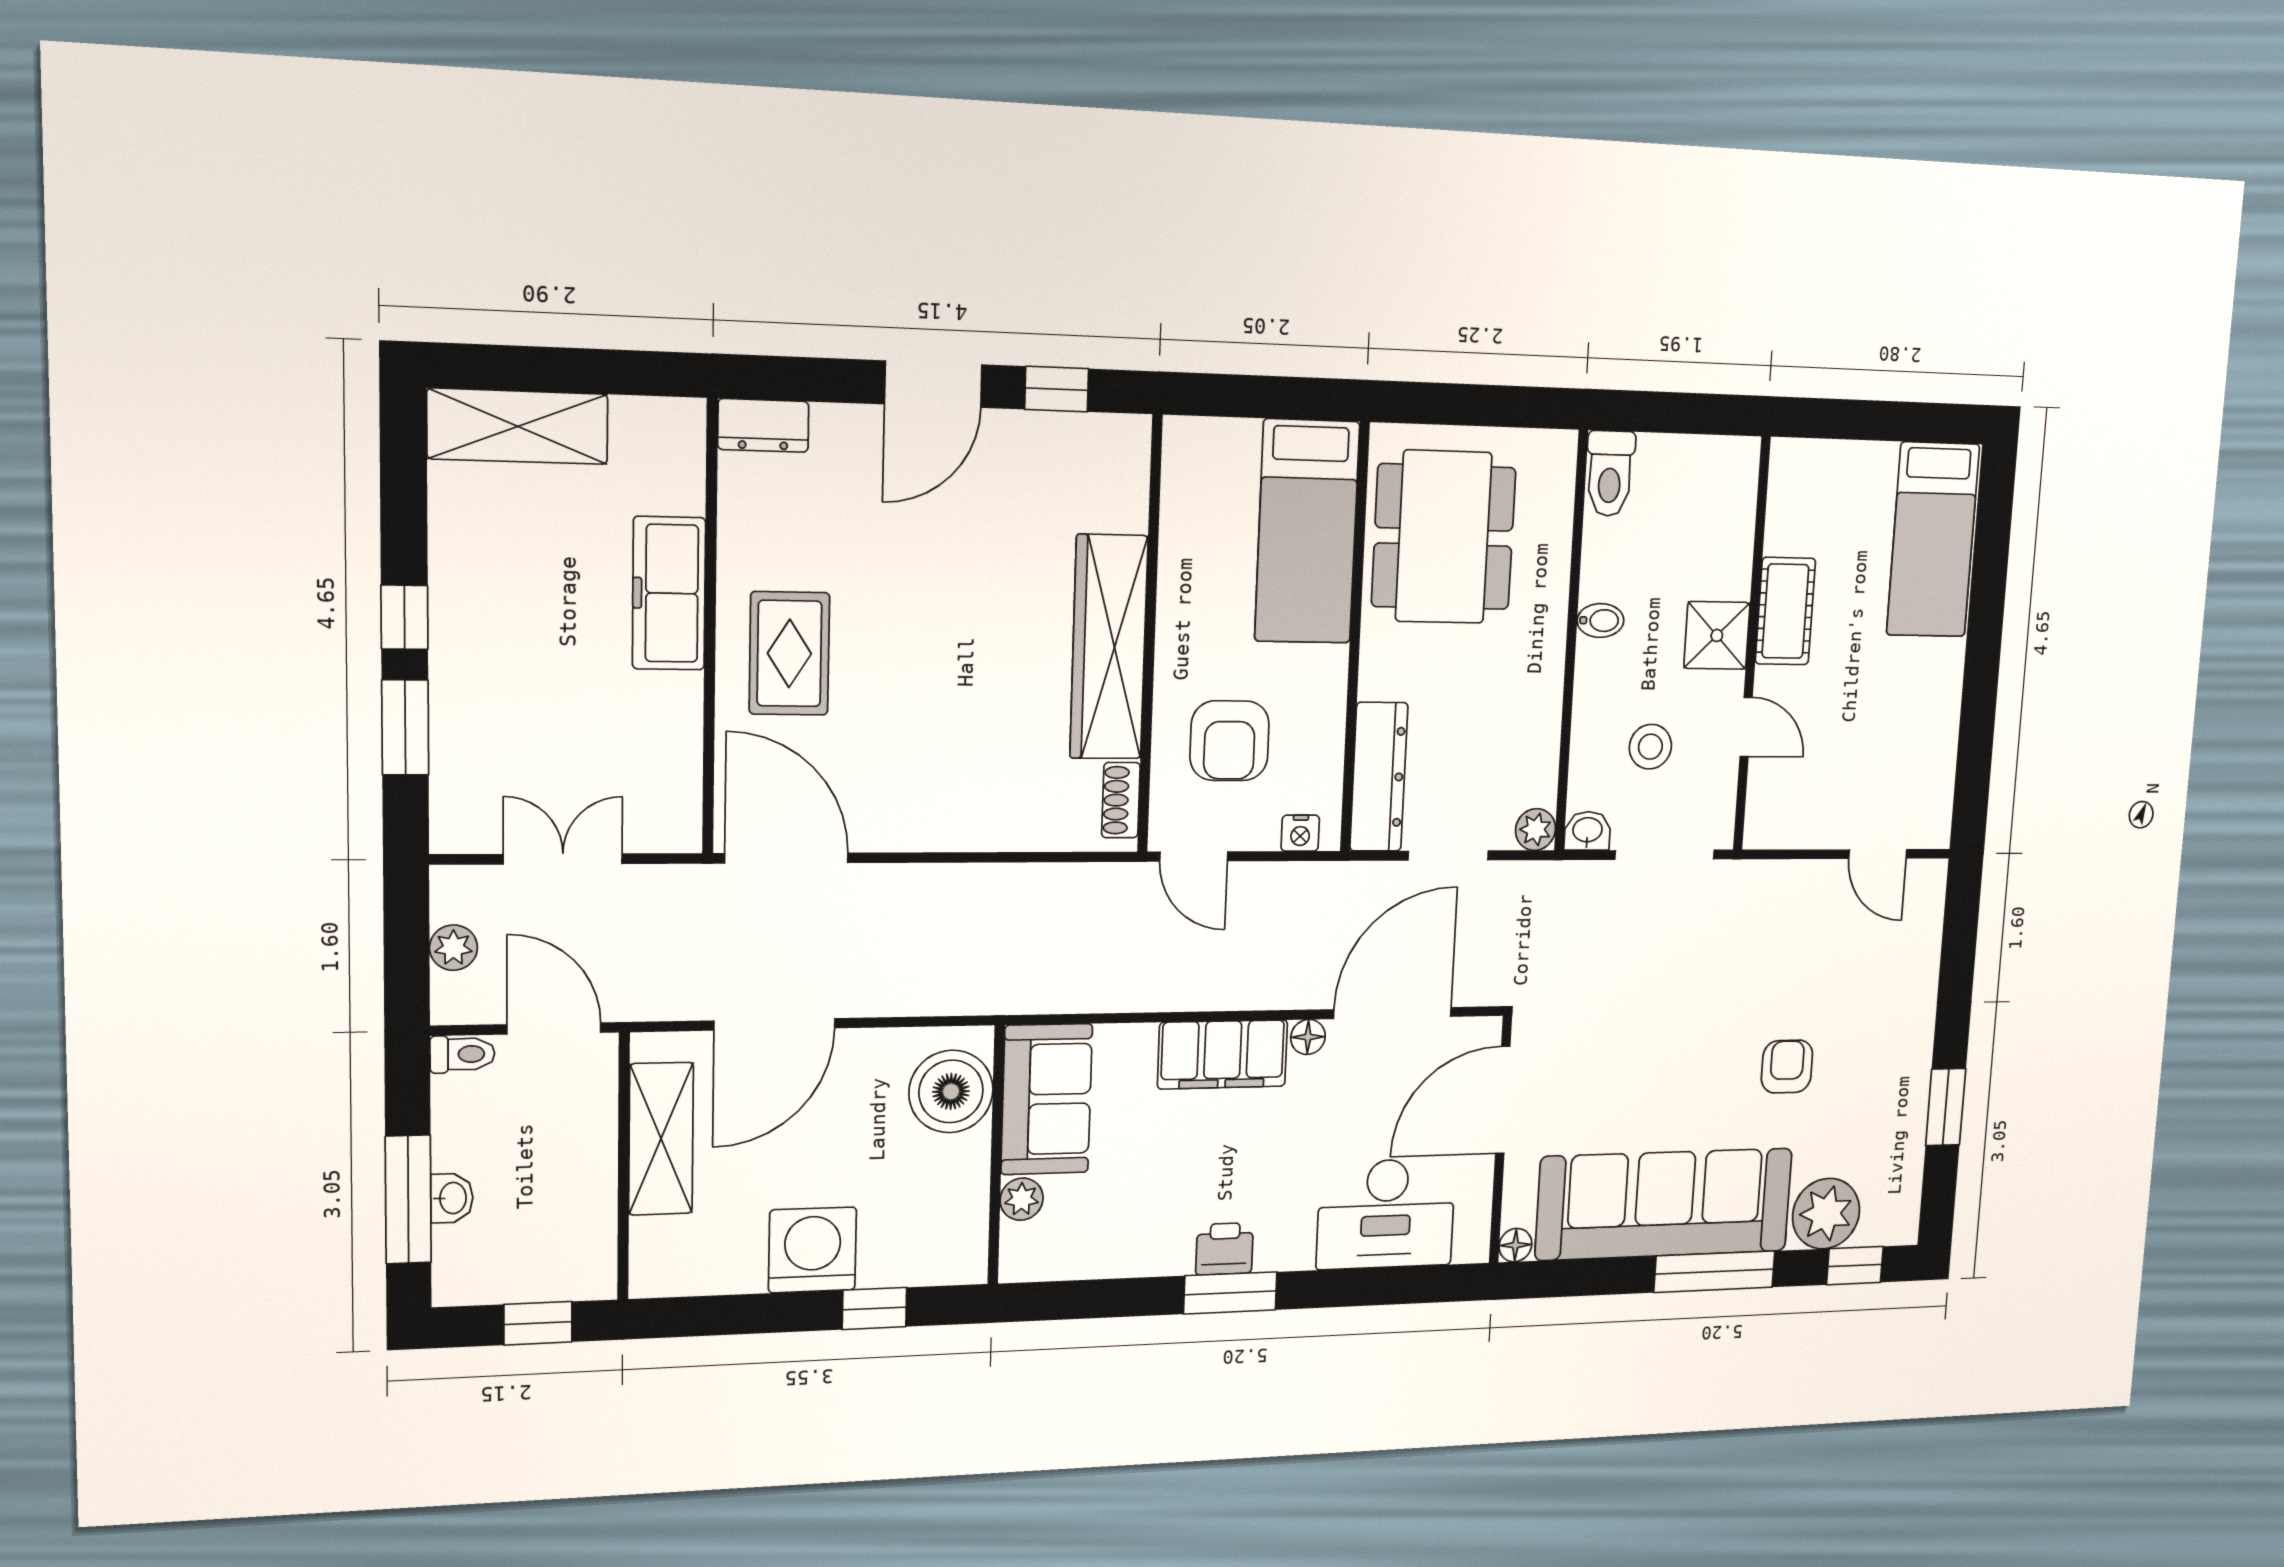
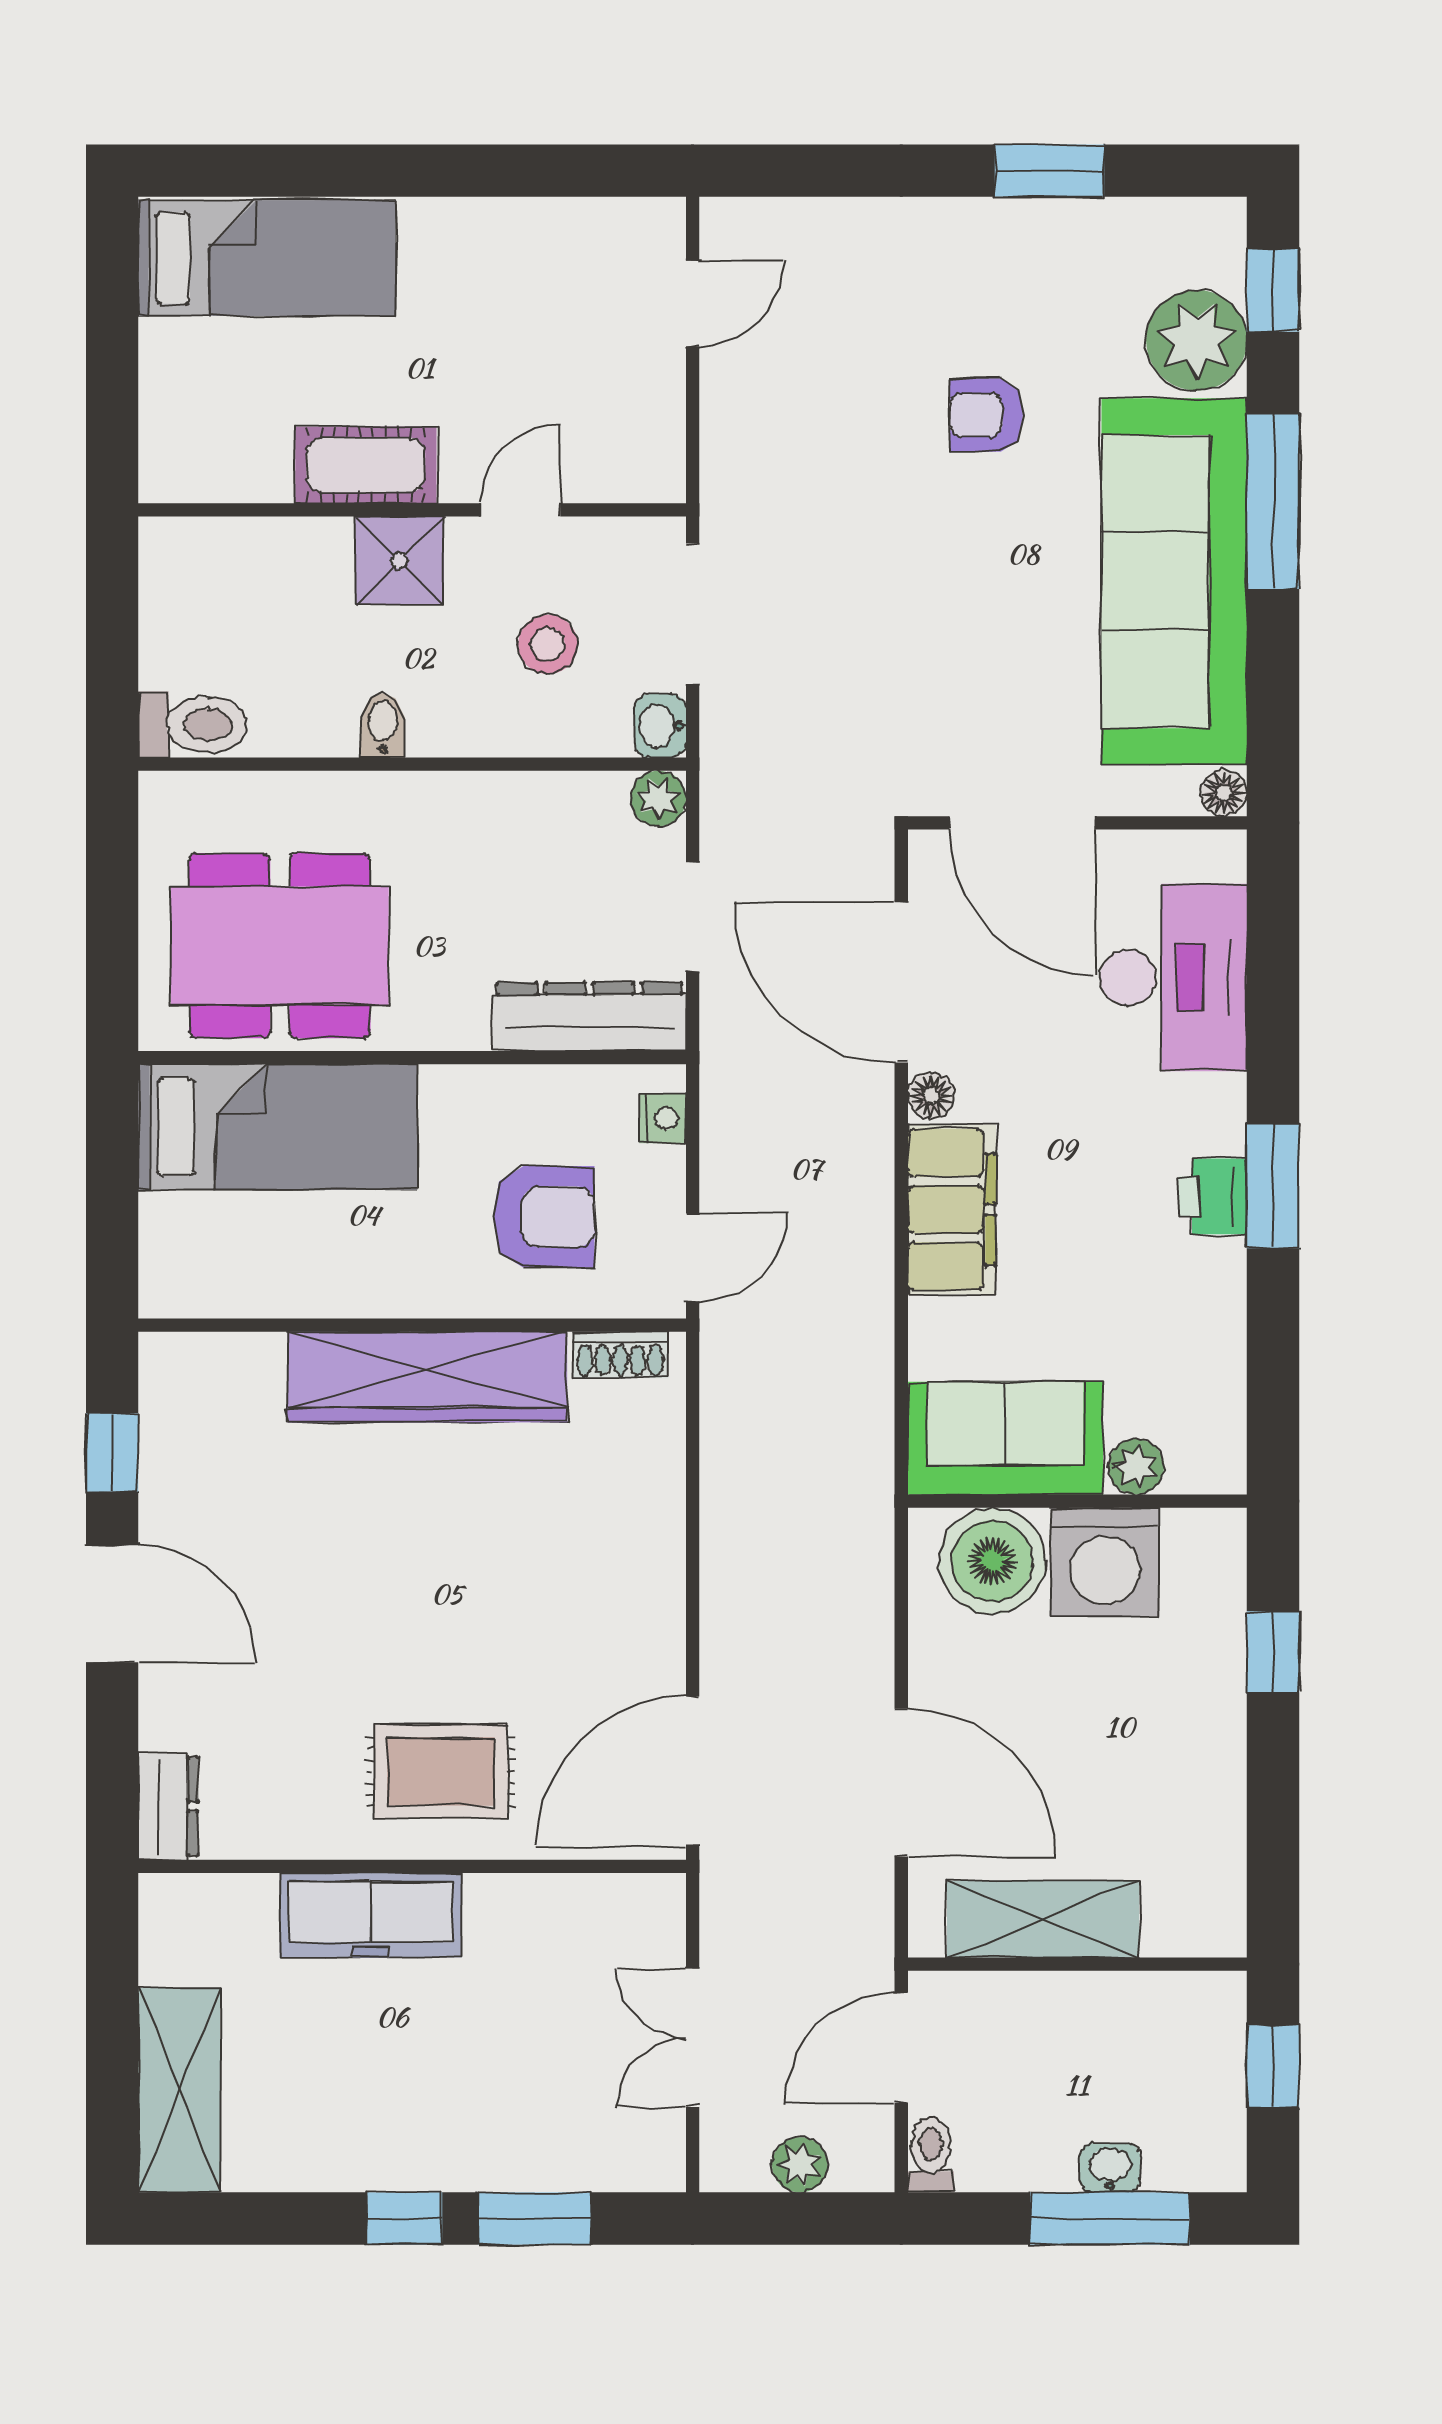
washing machine: (813, 1250) -> (1105, 1562), moved, turned -90

